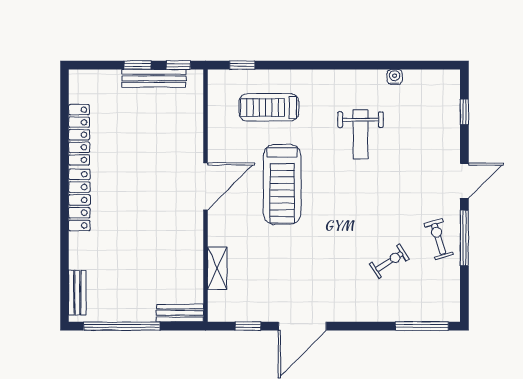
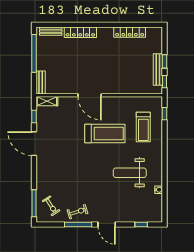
treadmill: (269, 107) -> (143, 127), turned 180
weight bench: (361, 135) -> (130, 173), width x1.36, depth x1.33
treadmill: (282, 184) -> (105, 134), turned 180
door: (206, 186) -> (90, 95), moved
locker: (79, 200) -> (80, 32), moved
exercise bike: (389, 262) -> (51, 206), moved
shelving: (217, 268) -> (47, 101), moved

